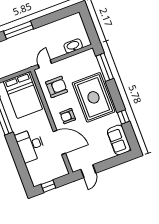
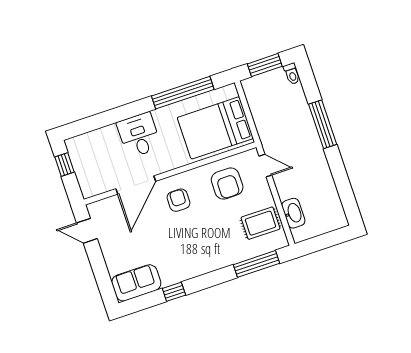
rug: (93, 97) -> (260, 223), moved, width x0.54, depth x0.49
desk: (30, 145) -> (139, 135), width x0.73

